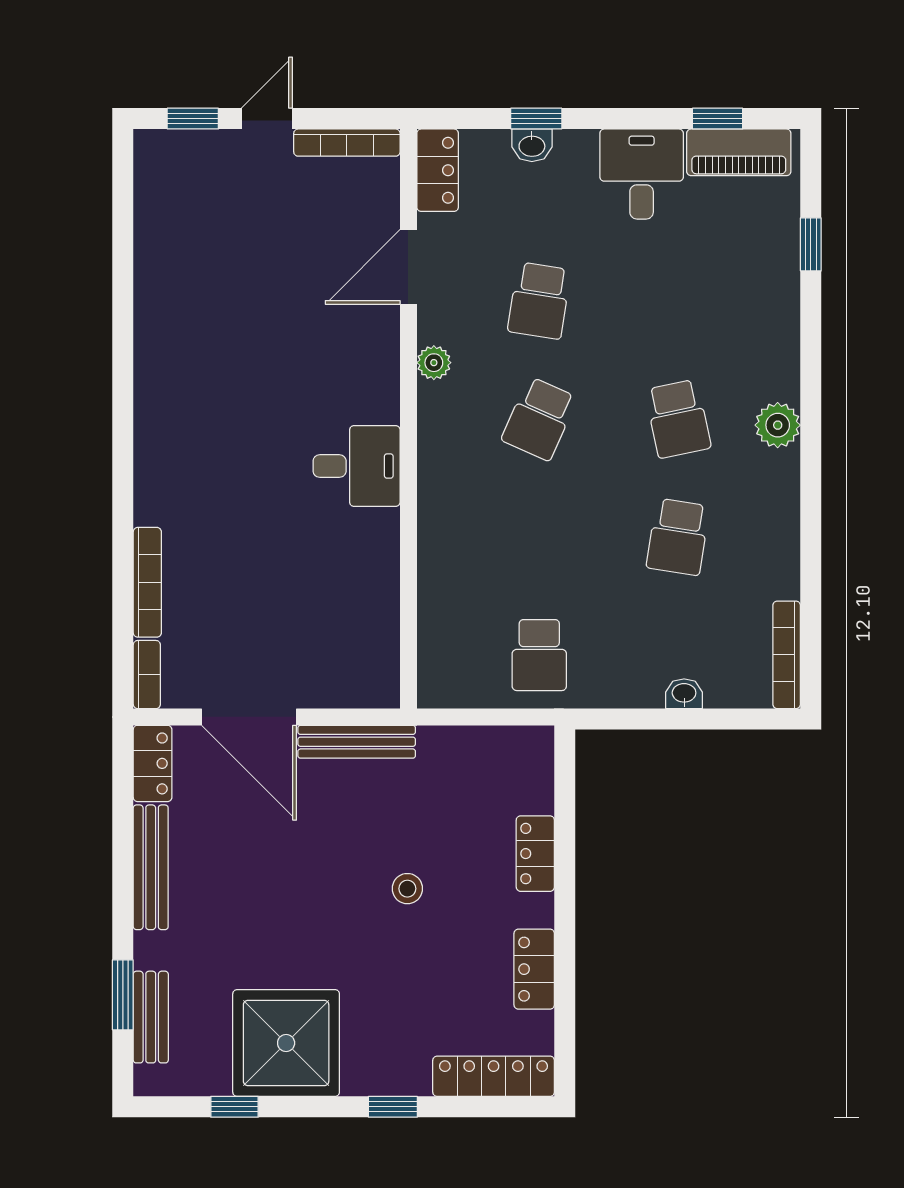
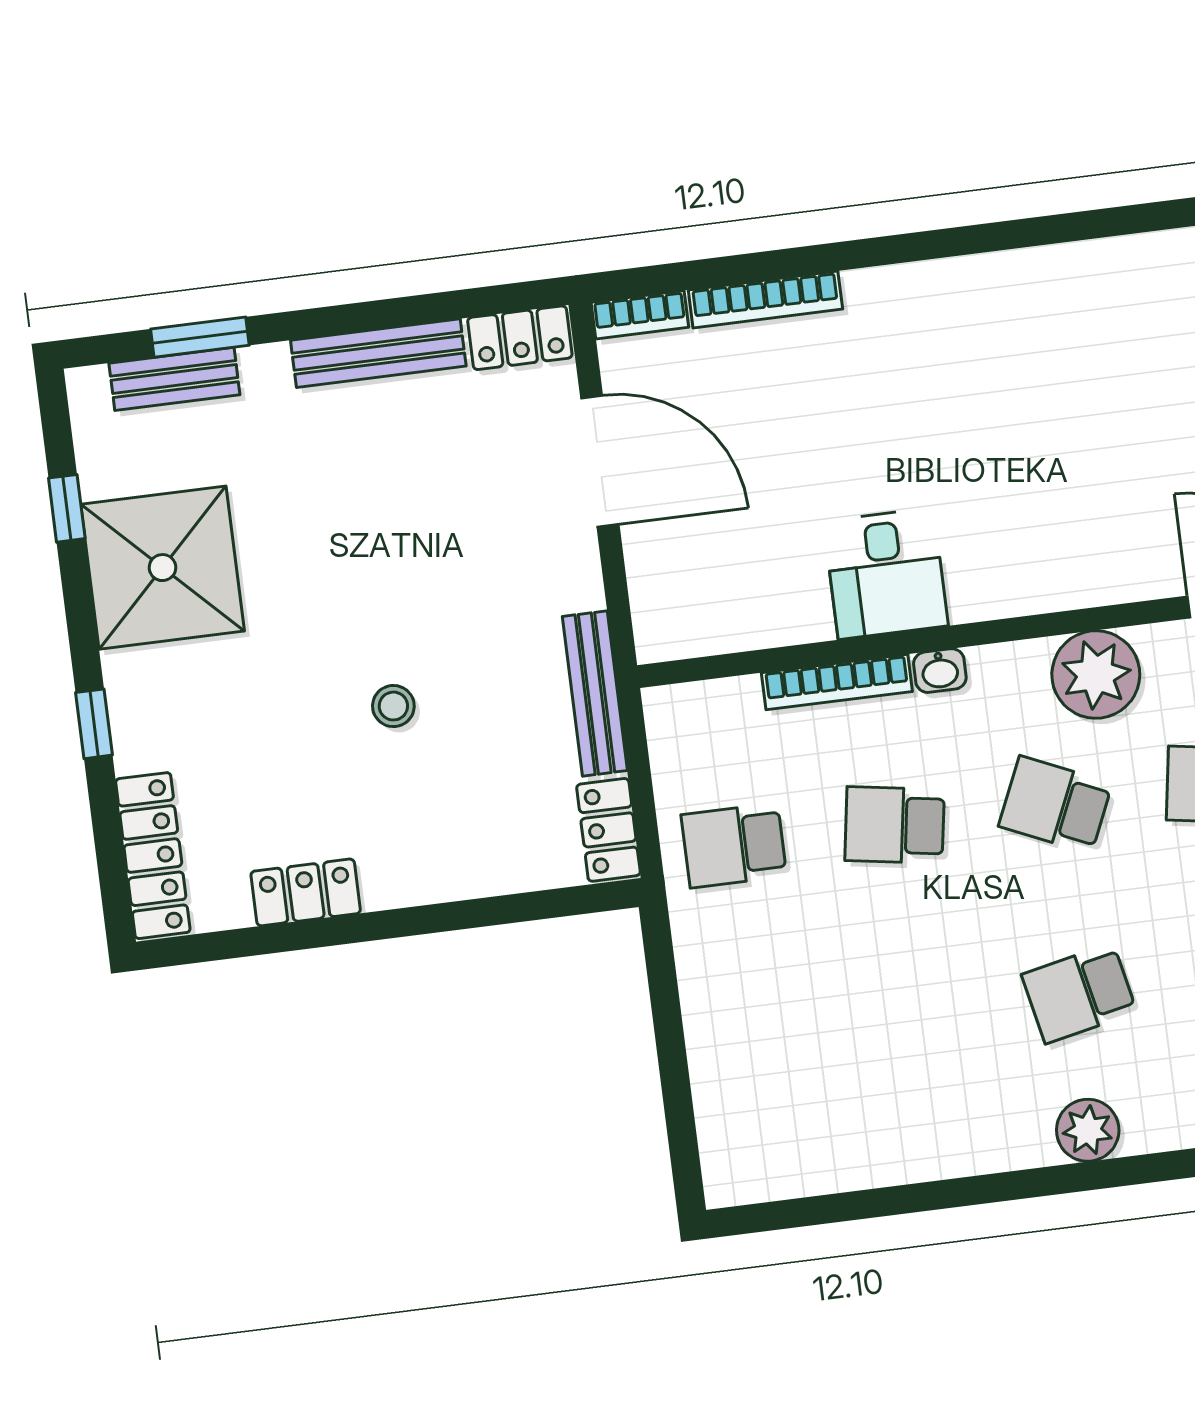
plant: (434, 363) -> (1096, 675), width x1.88, depth x1.88
desk: (357, 466) -> (886, 574), moved
school desk: (678, 537) -> (895, 825), moved
bookcase: (787, 655) -> (837, 682), moved, turned 180
washbasin: (684, 694) -> (940, 671), moved, turned 90
door: (249, 717) -> (600, 461), swing flipped
bench: (357, 742) -> (595, 693), moved
locker: (535, 854) -> (608, 830), moved, turned -90

